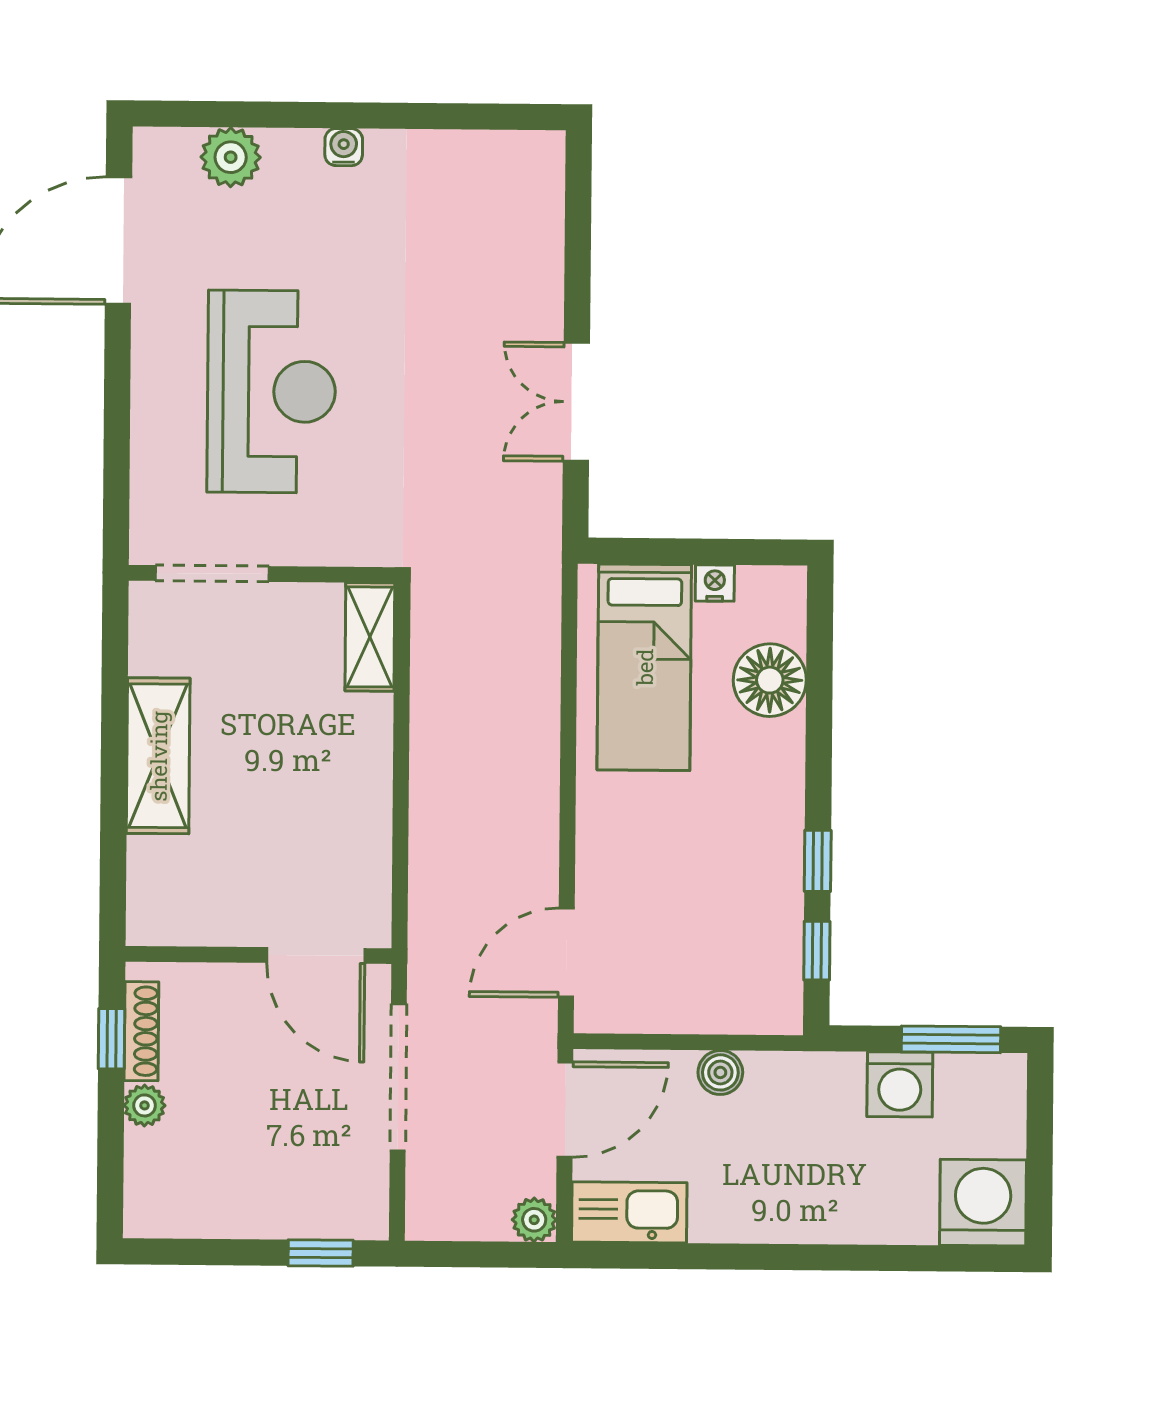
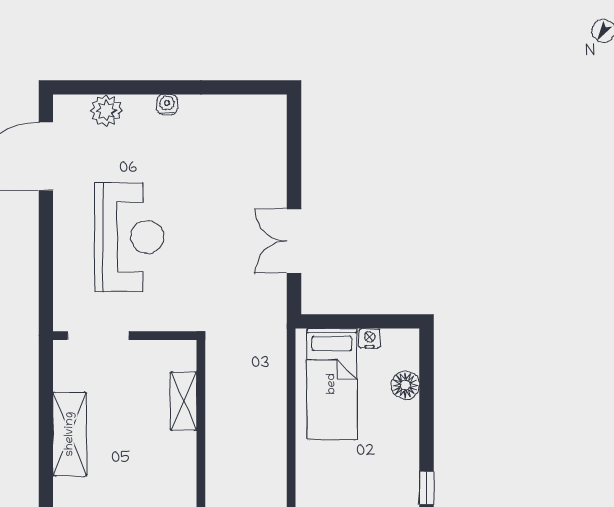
shelving: (370, 637) -> (184, 401), moved
floor lamp: (770, 680) -> (405, 385), width x0.73, depth x0.73

